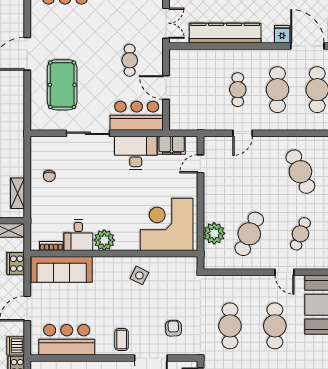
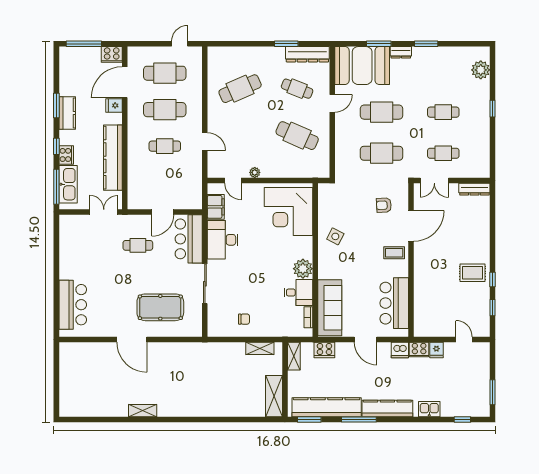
plant: (214, 233) -> (255, 172), moved, width x0.53, depth x0.53

